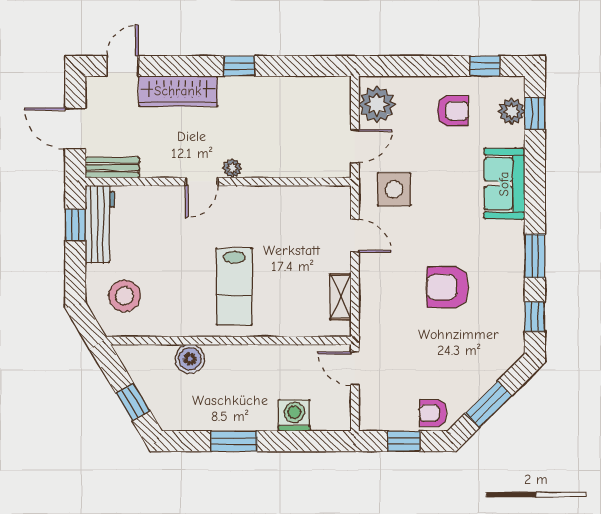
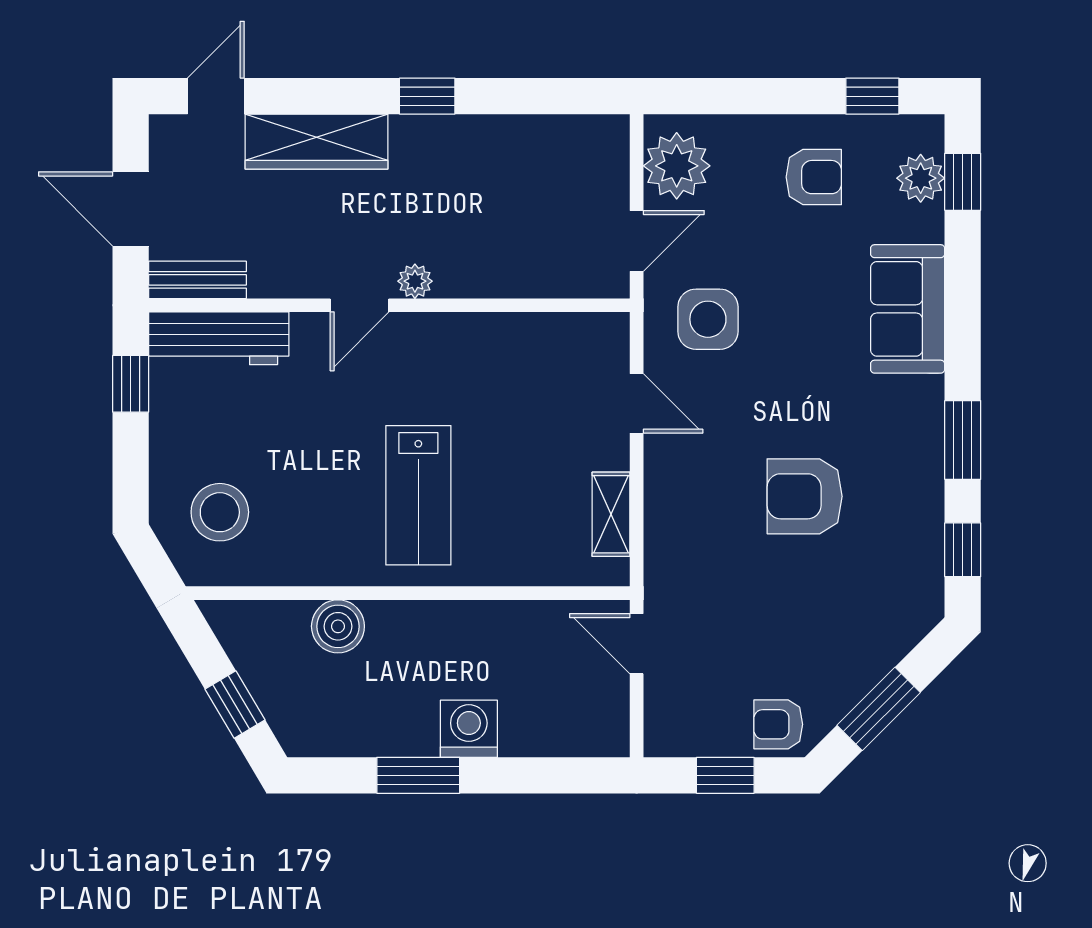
workbench: (100, 224) -> (219, 338), moved, turned 90
washing machine: (294, 415) -> (469, 729), moved

